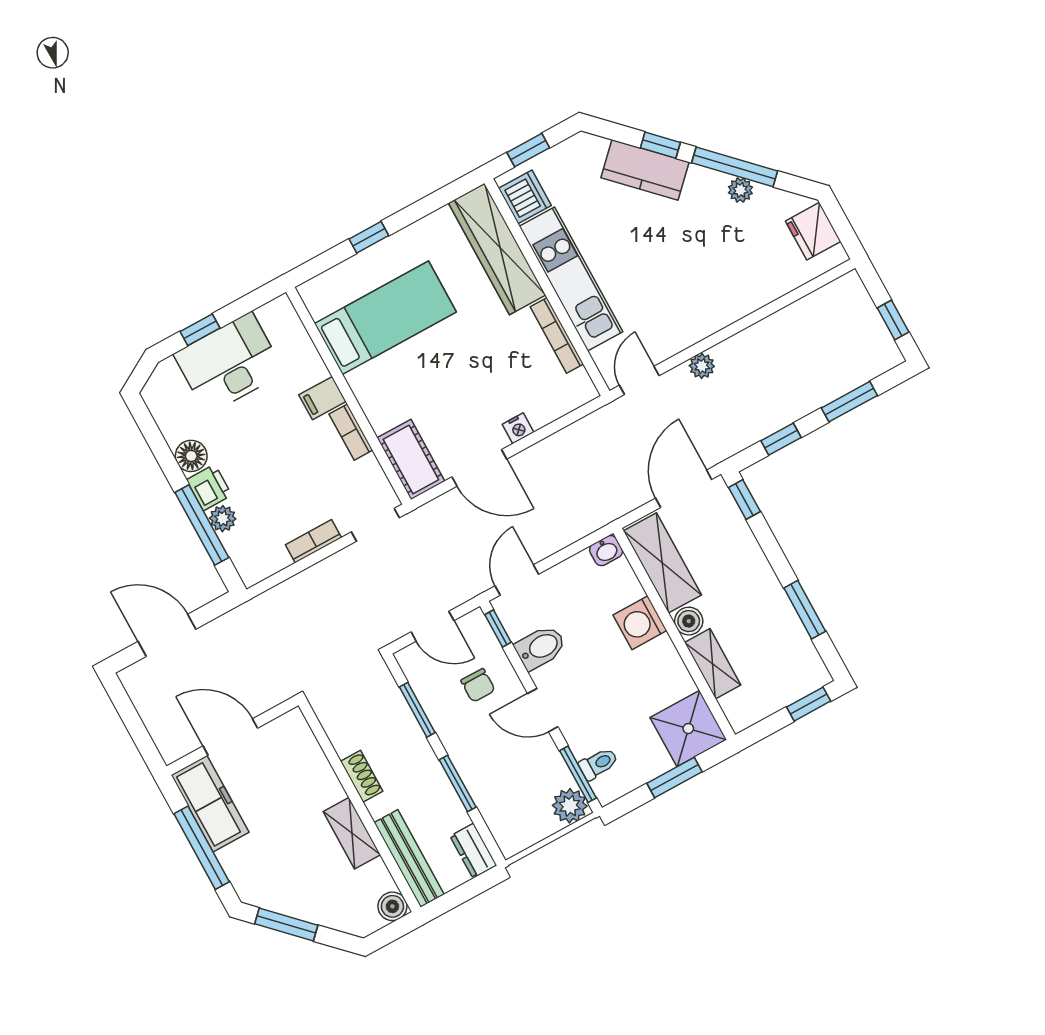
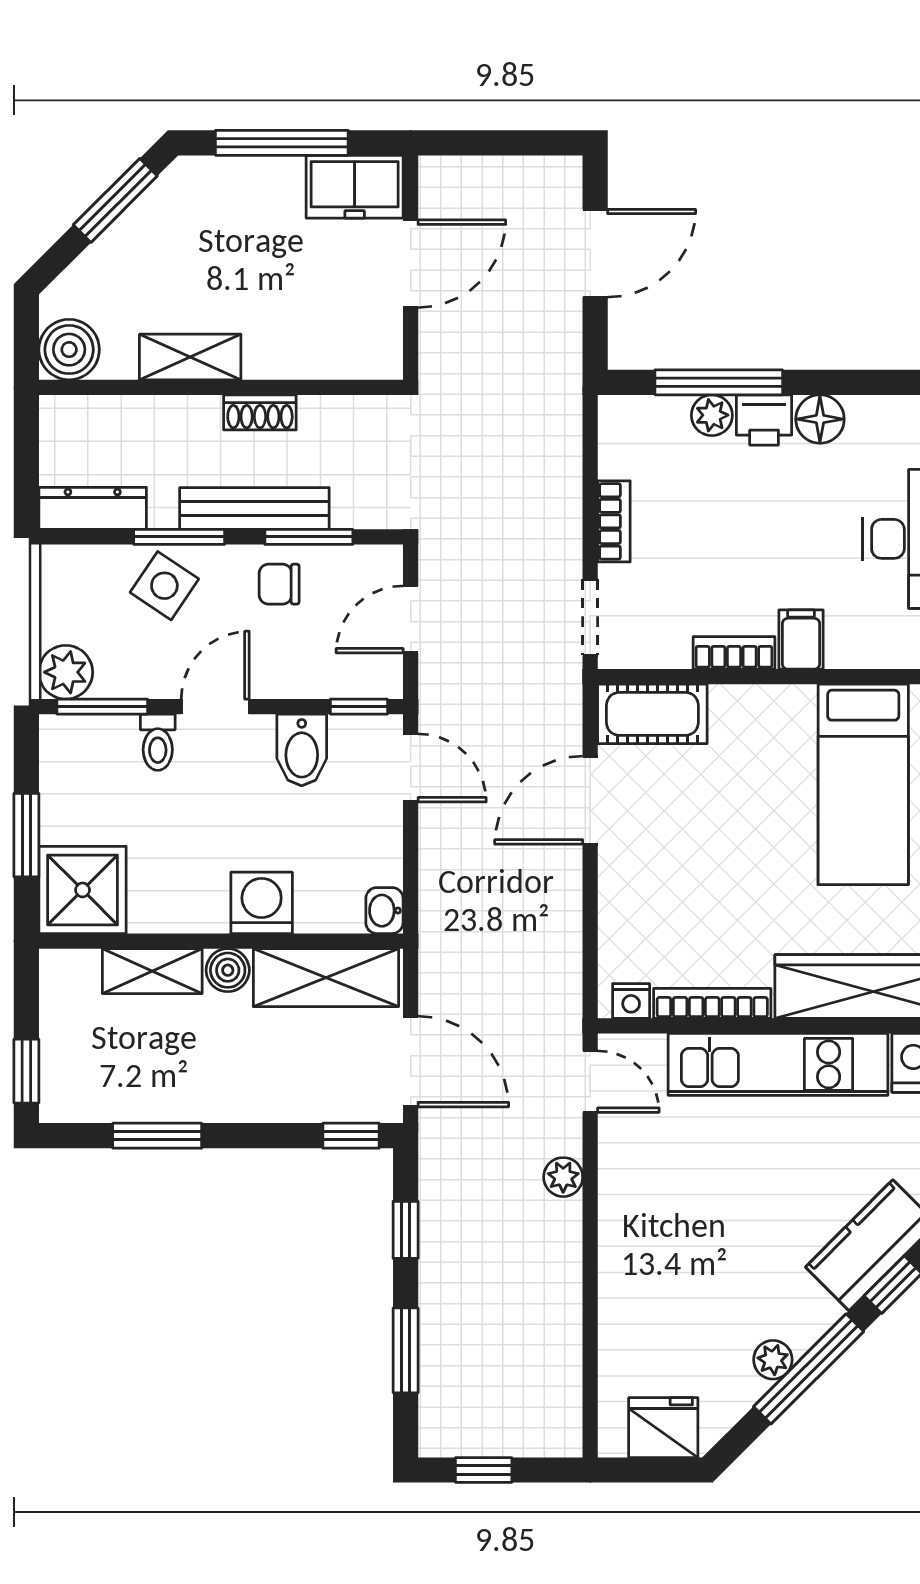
nightstand: (518, 428) -> (631, 1001), moved, turned -90
chair: (478, 685) -> (279, 584), moved
toilet: (598, 764) -> (158, 742), moved
side table: (490, 777) -> (164, 586), added
freezer: (210, 804) -> (355, 187), width x0.71
dresser: (473, 851) -> (93, 508), width x1.44
bench: (409, 858) -> (254, 509), moved
boiler: (392, 906) -> (69, 350), width x1.36, depth x1.36

